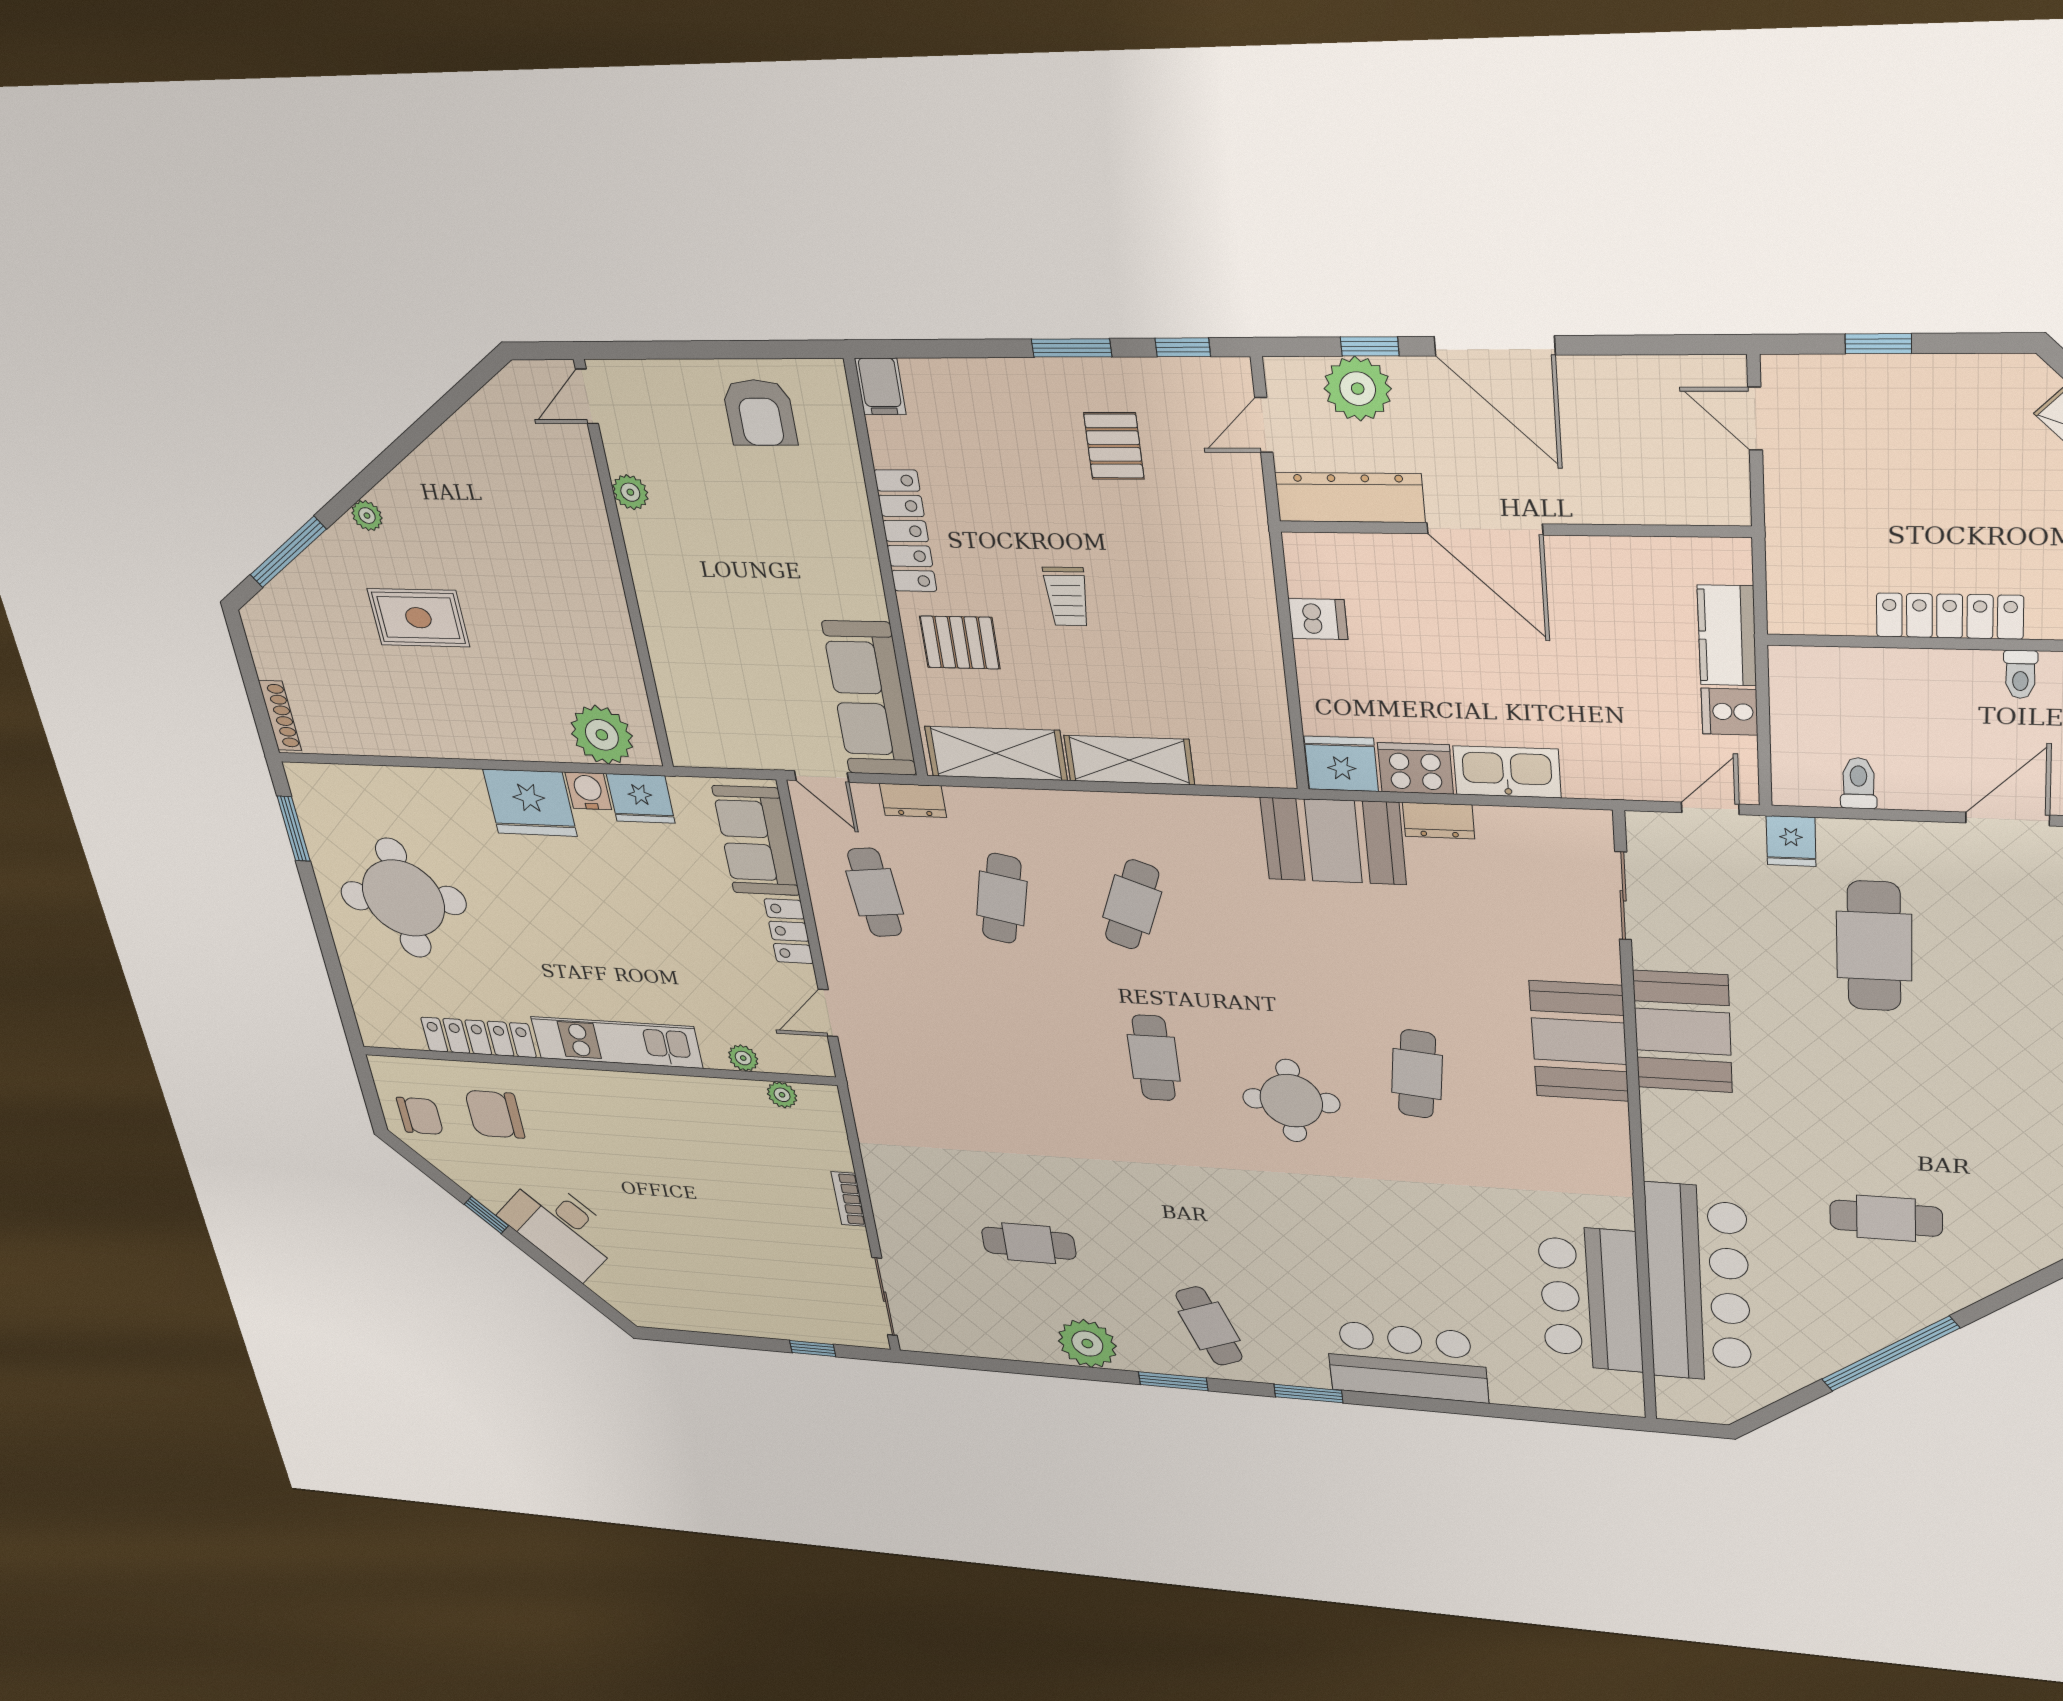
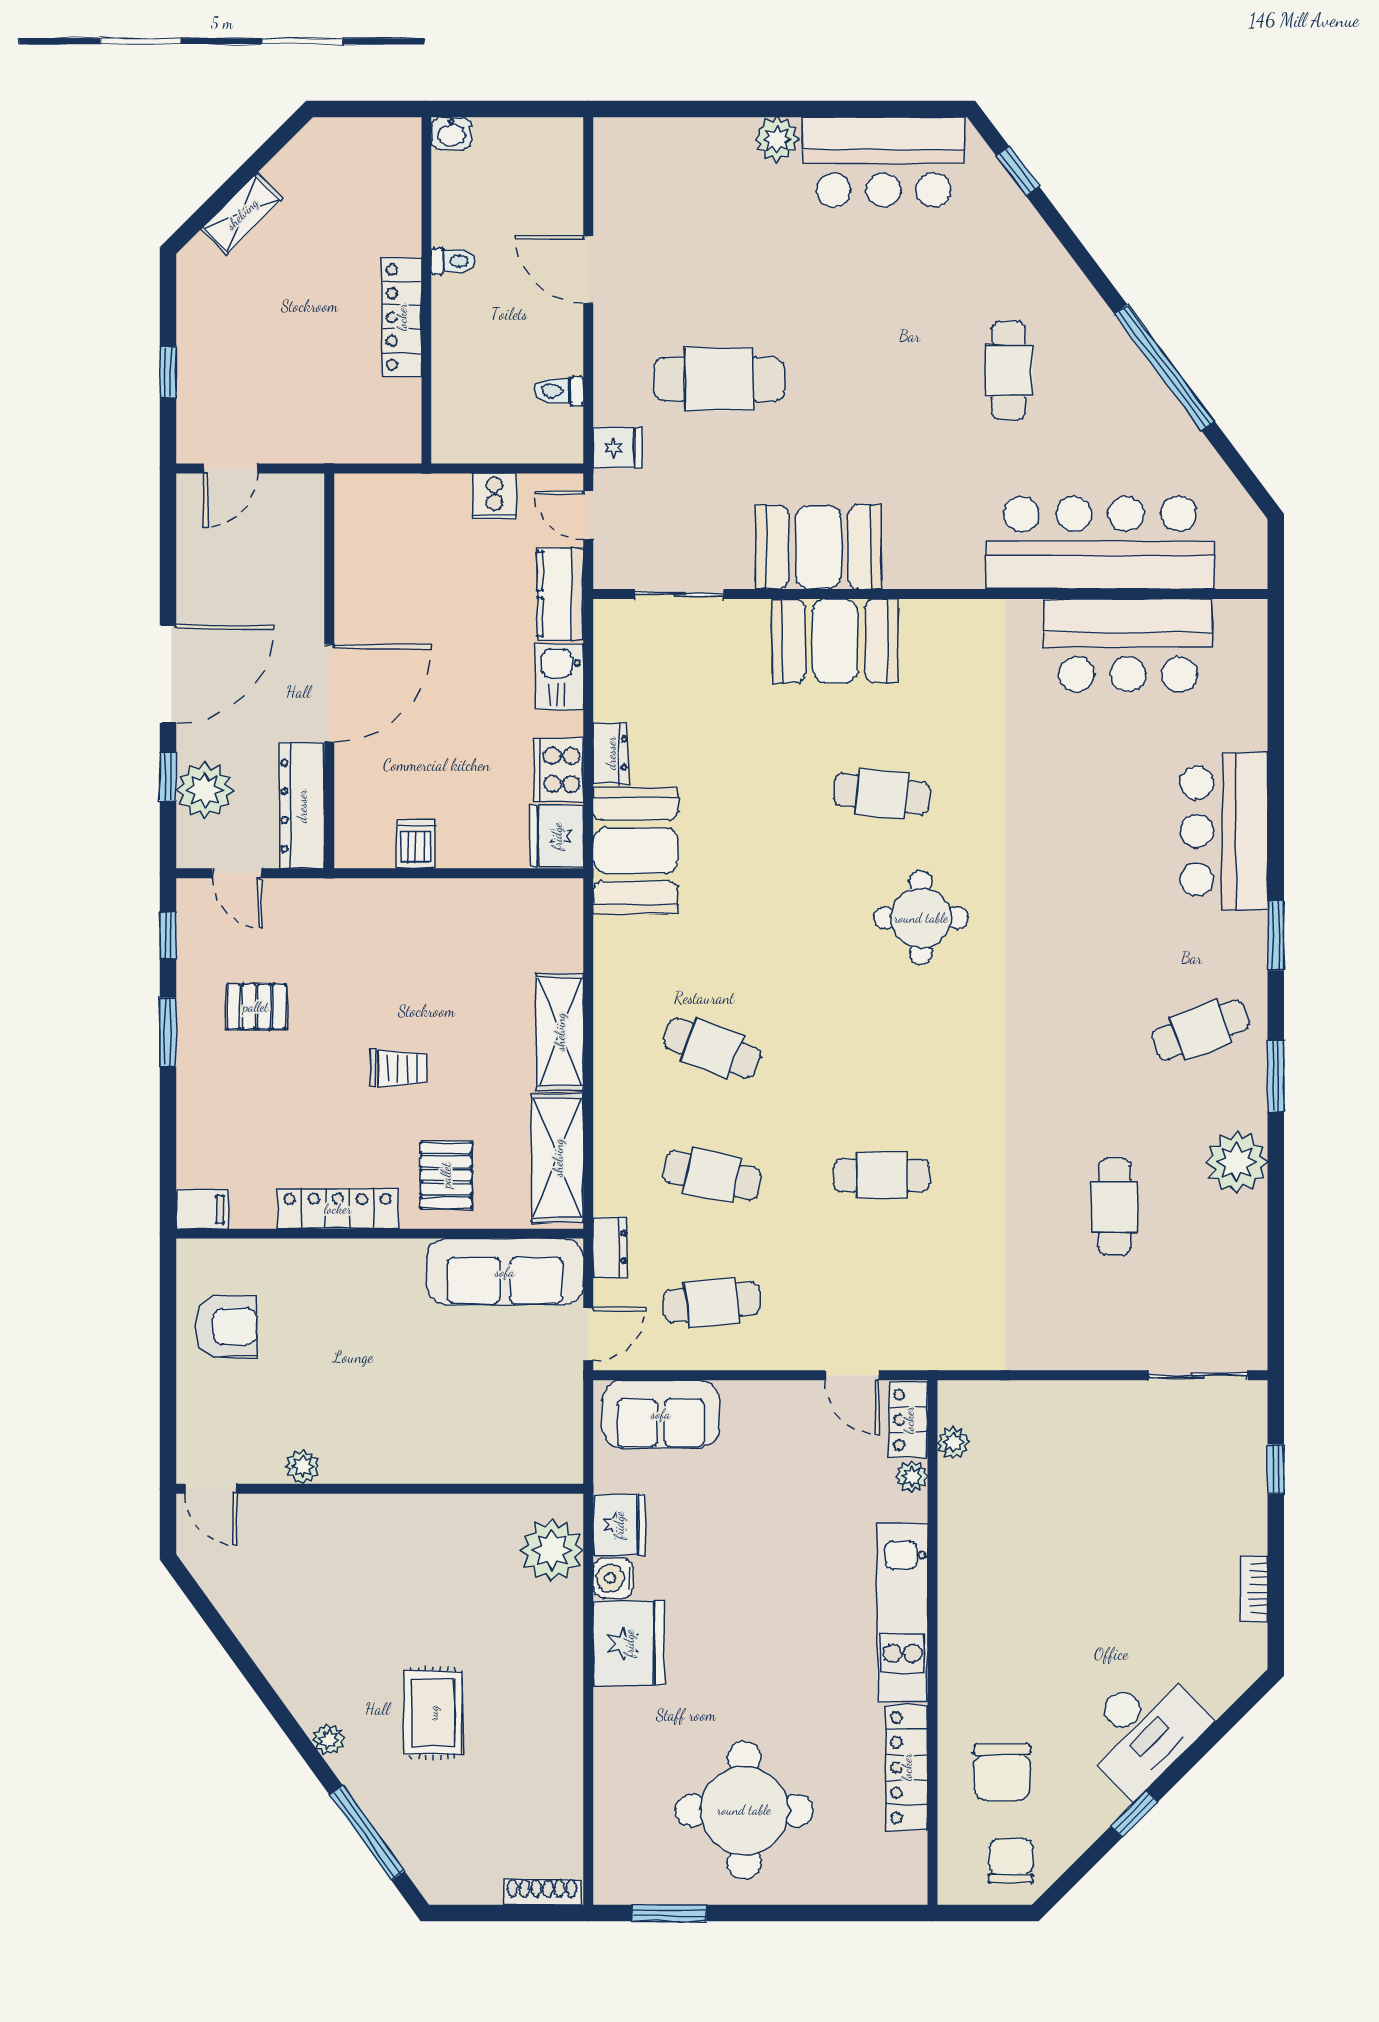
kitchen counter: (1727, 636) -> (560, 594), moved, turned 90
kitchen sink: (1507, 772) -> (559, 677), width x0.73
locker: (789, 931) -> (909, 1420), moved, turned 90
cafe table: (1154, 1058) -> (882, 1175), moved
bookcase: (849, 1199) -> (1254, 1589), moved, turned 90

